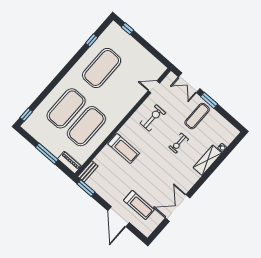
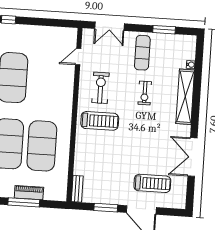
window: (209, 100) -> (164, 30), moved
treadmill: (124, 149) -> (100, 121), moved
shelving: (207, 160) -> (185, 97), width x1.47
piano: (69, 163) -> (29, 193), moved
window: (86, 188) -> (106, 208), moved

